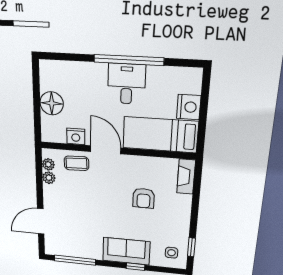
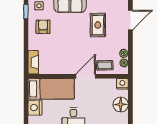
nightstand: (76, 136) -> (122, 84), moved
door: (106, 150) -> (86, 76), swing flipped
armchair: (144, 198) -> (43, 27), moved
rug: (87, 219) -> (98, 25), added

